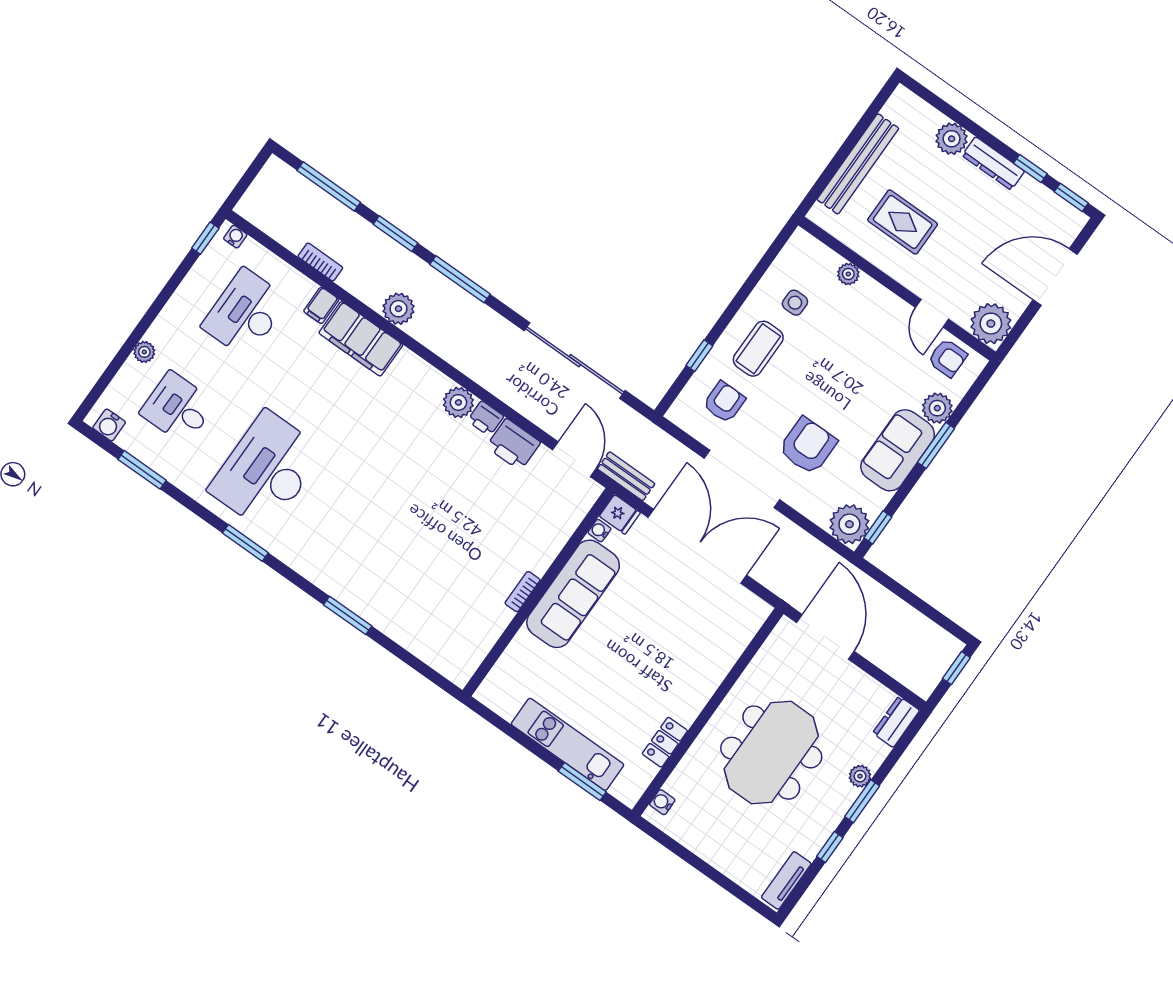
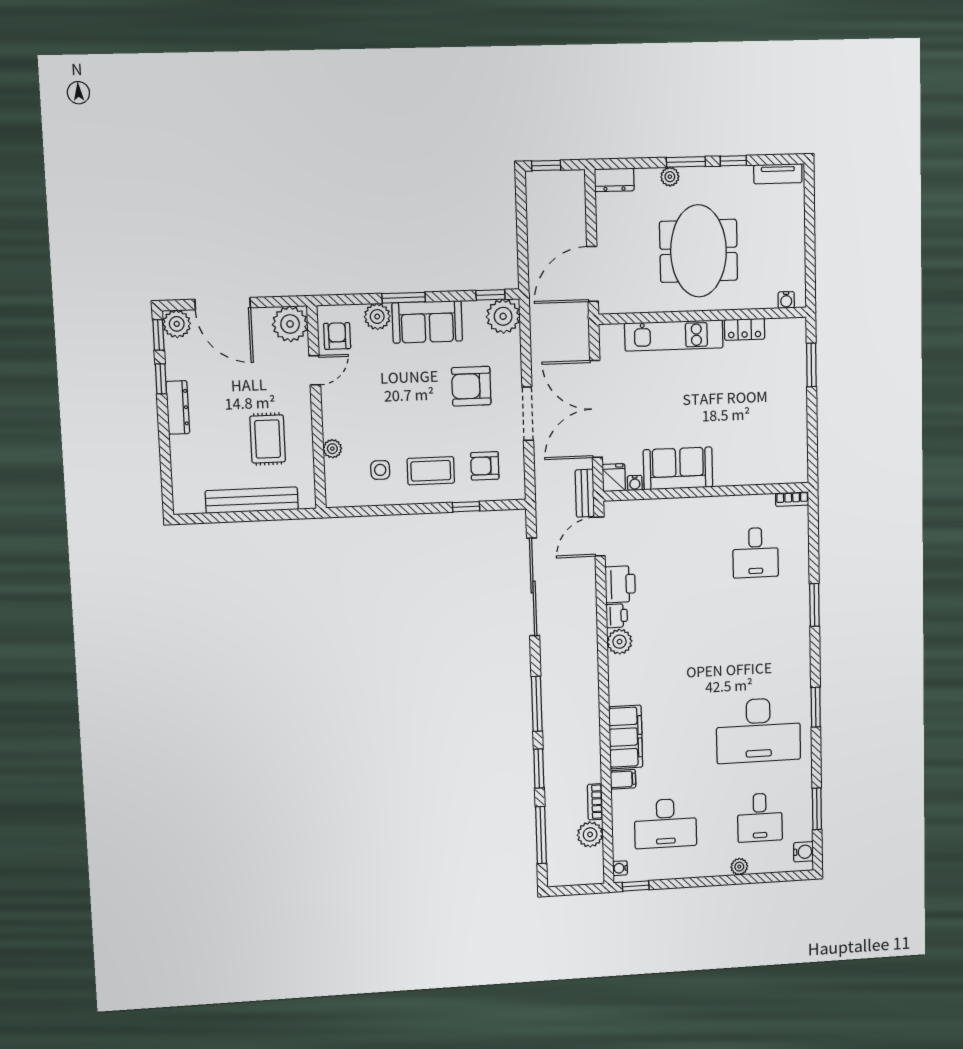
plant: (952, 139) -> (177, 324), moved
plant: (398, 309) -> (590, 834), moved
doorway: (742, 479) -> (528, 414), width x0.73
bookcase: (523, 592) -> (792, 499), moved
sofa: (573, 594) -> (678, 468), width x0.73
desk: (443, 596) -> (755, 553), added
kitchen unit: (568, 744) -> (674, 335), moved, turned -90
meeting table: (771, 753) -> (699, 251), turned 90

